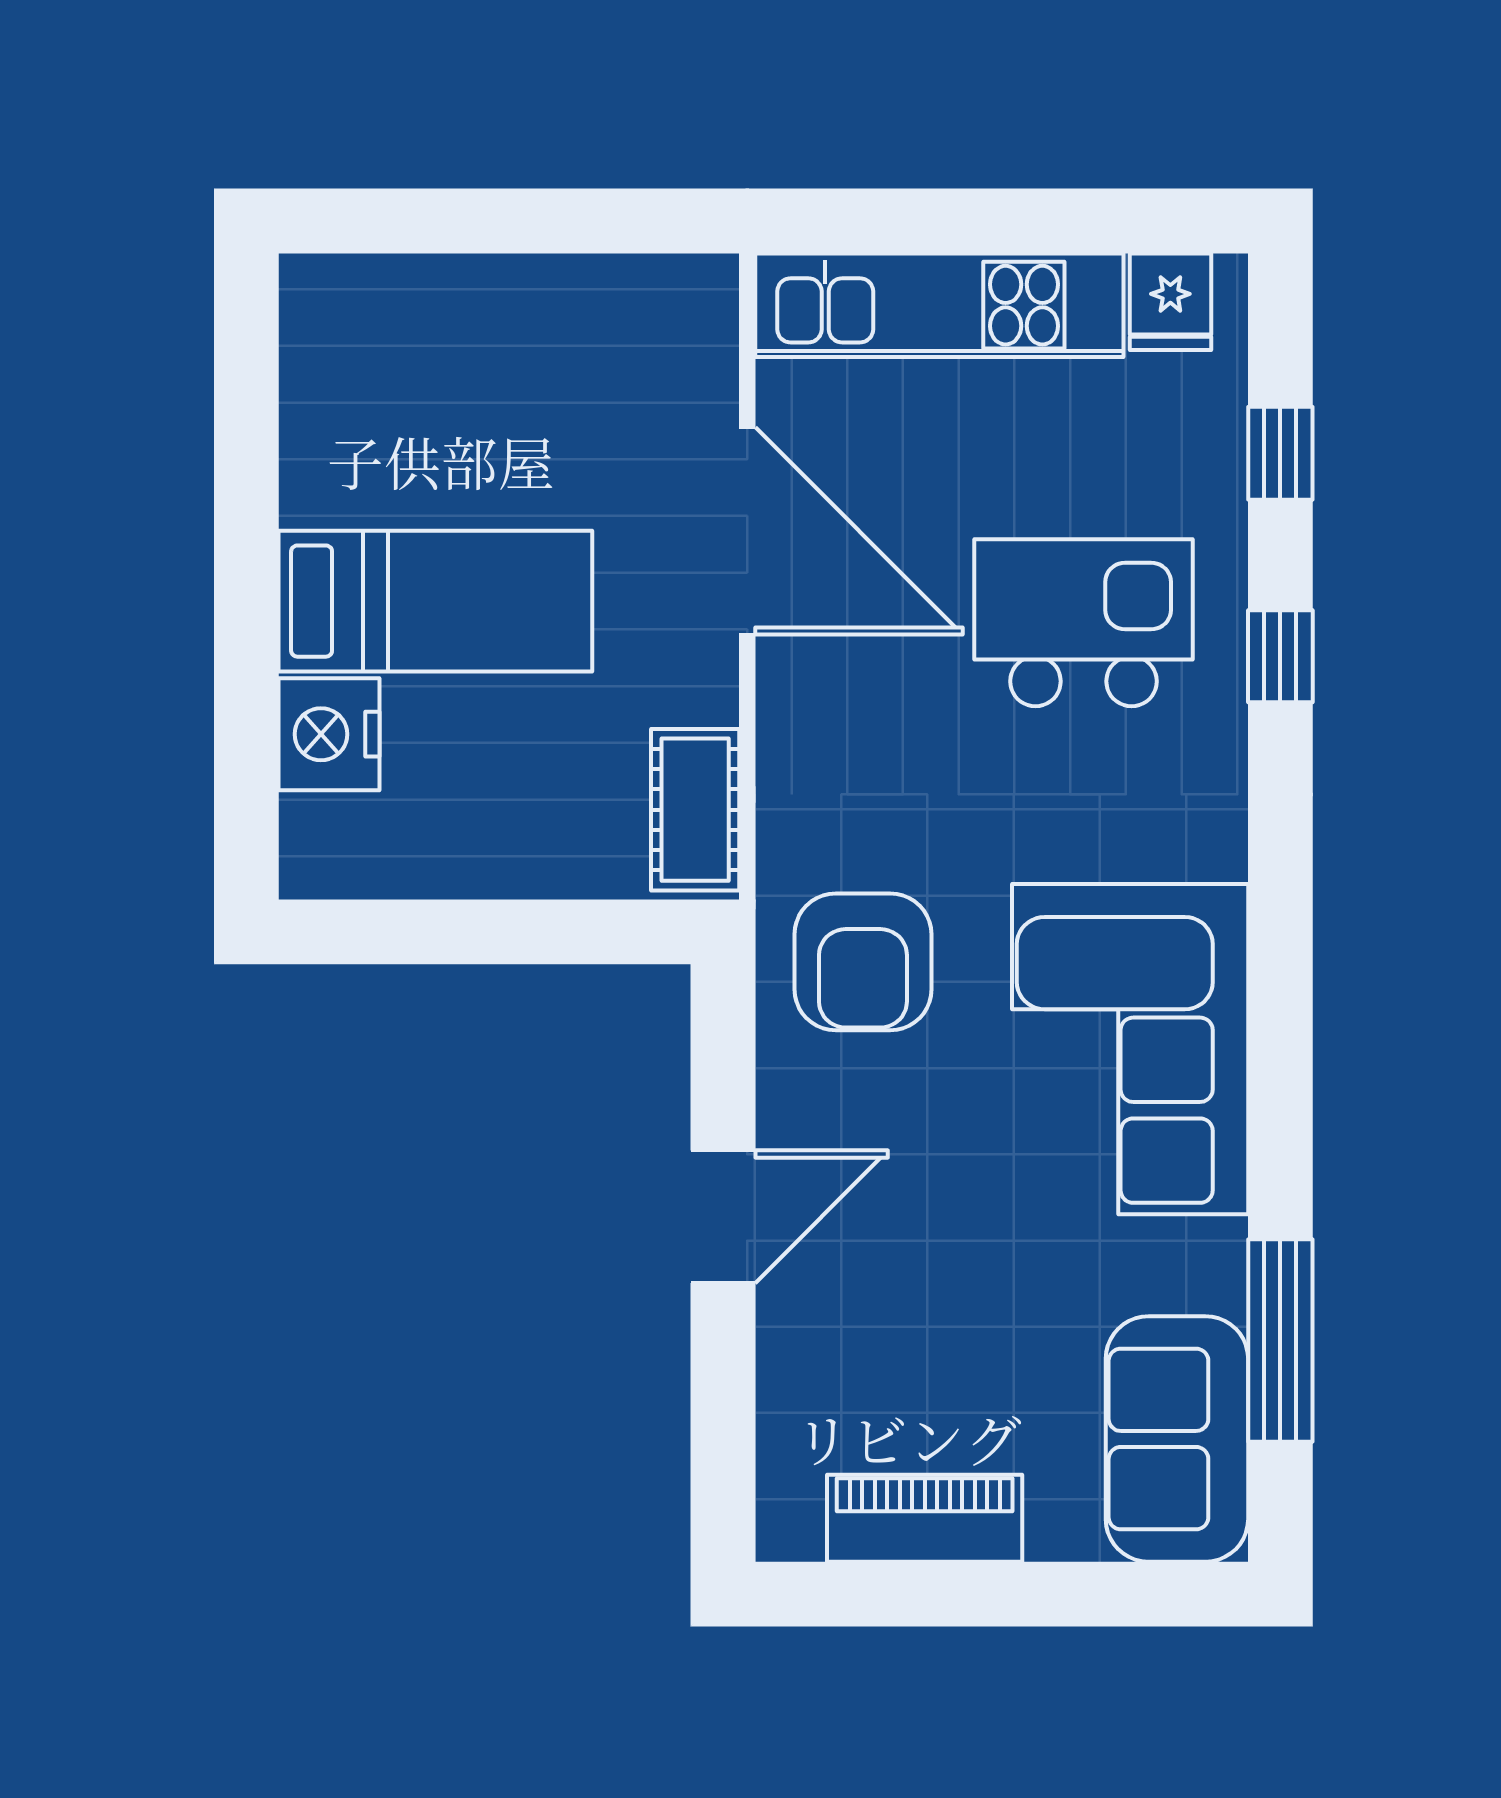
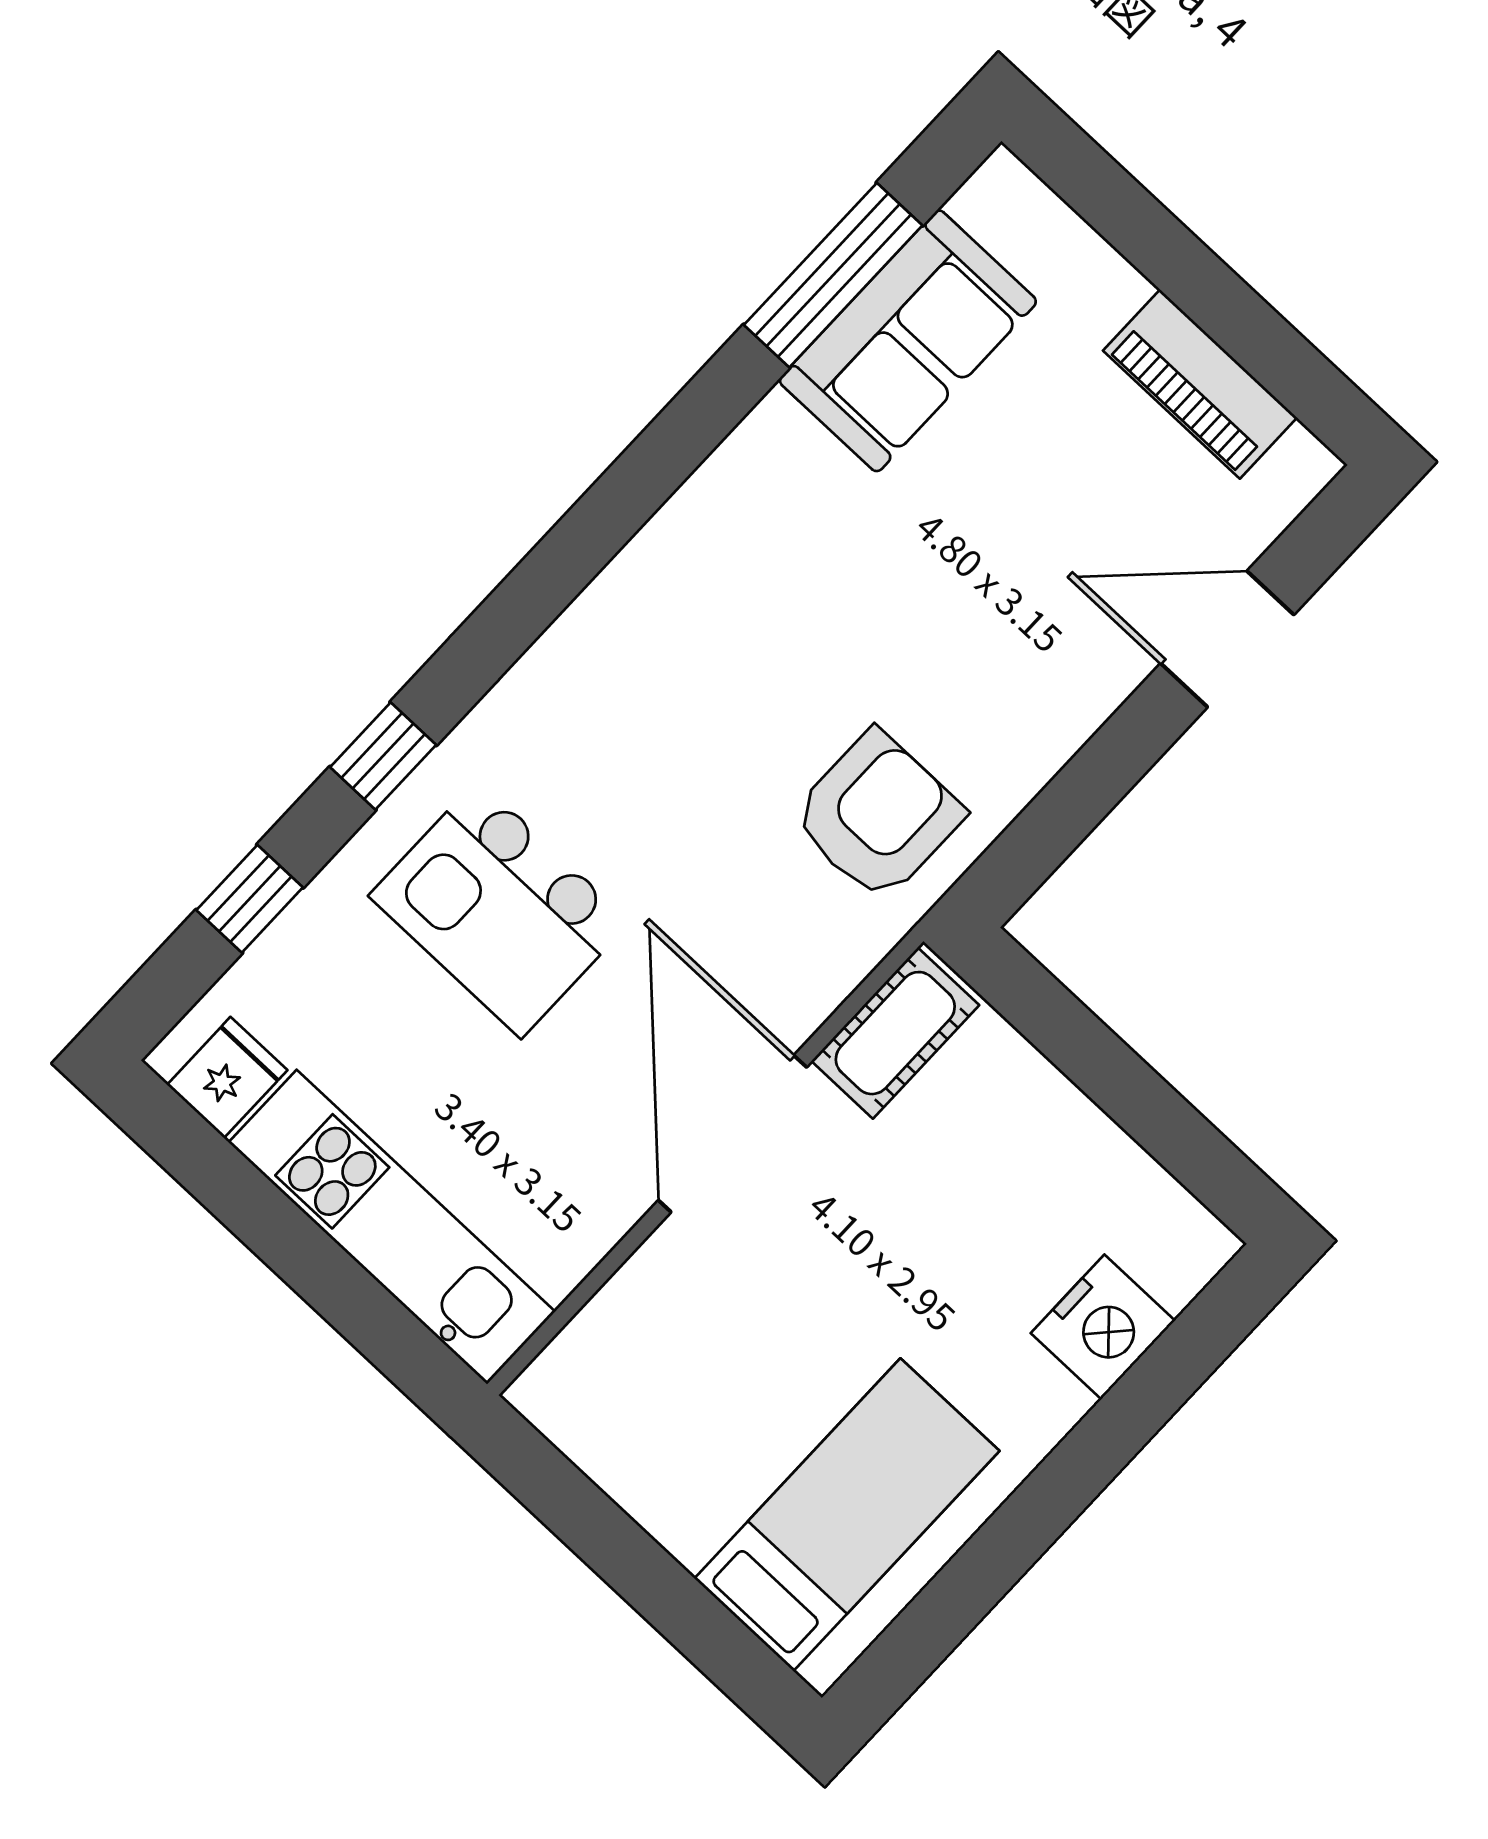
door: (747, 531) -> (732, 1134), moved
bed: (435, 601) -> (847, 1515), moved, turned 90
corner sofa: (1130, 1049) -> (747, 579), removed
door: (723, 1217) -> (1227, 639), moved
sofa: (1177, 1439) -> (908, 341), moved

